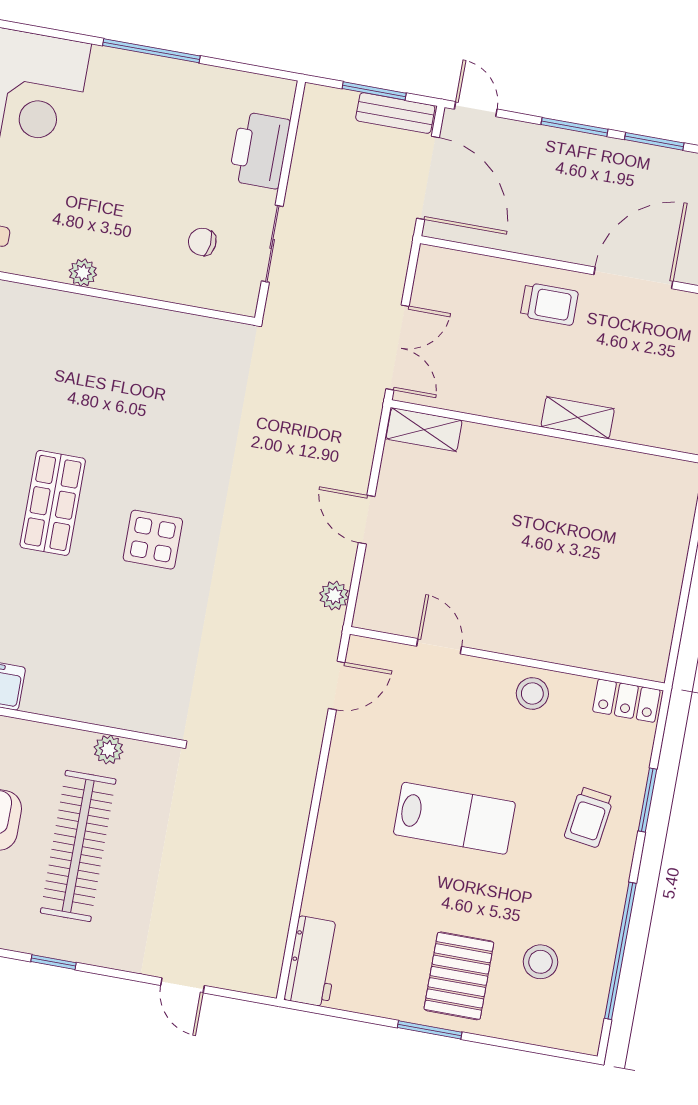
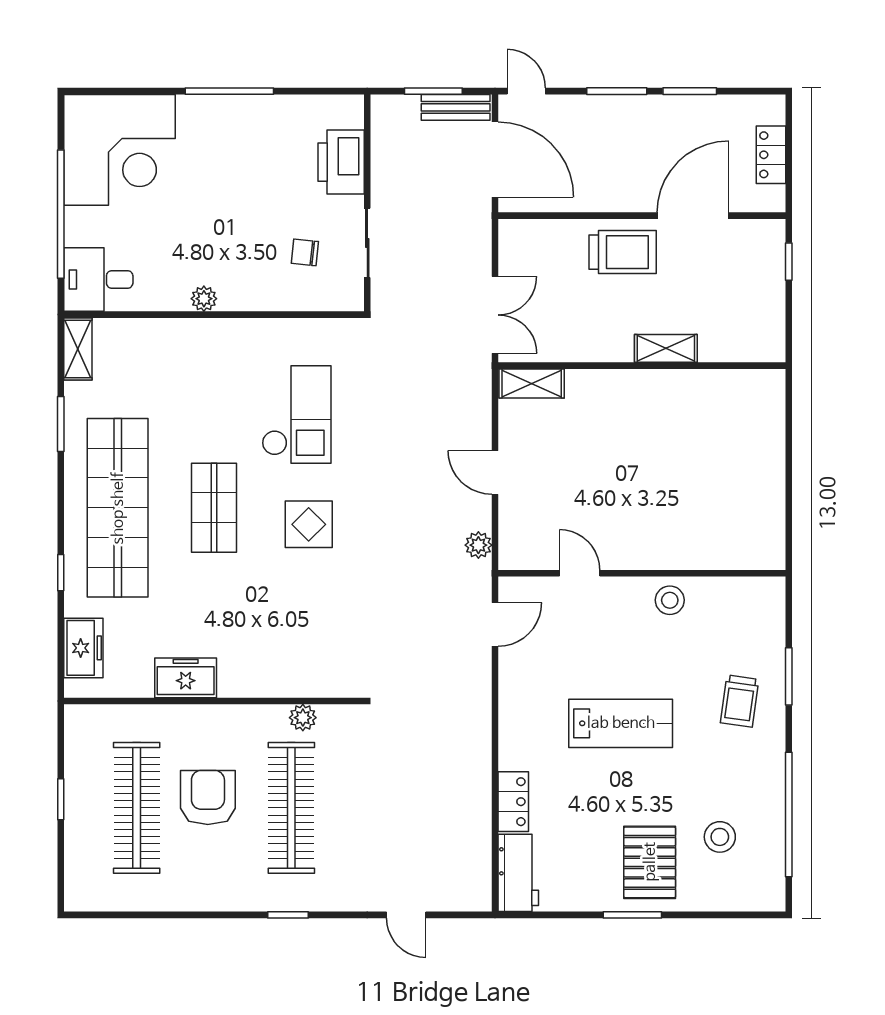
trolley: (549, 304) -> (623, 252), width x1.36, depth x1.39
checkout: (161, 417) -> (297, 414), added
locker: (626, 701) -> (513, 802), moved, turned -90

